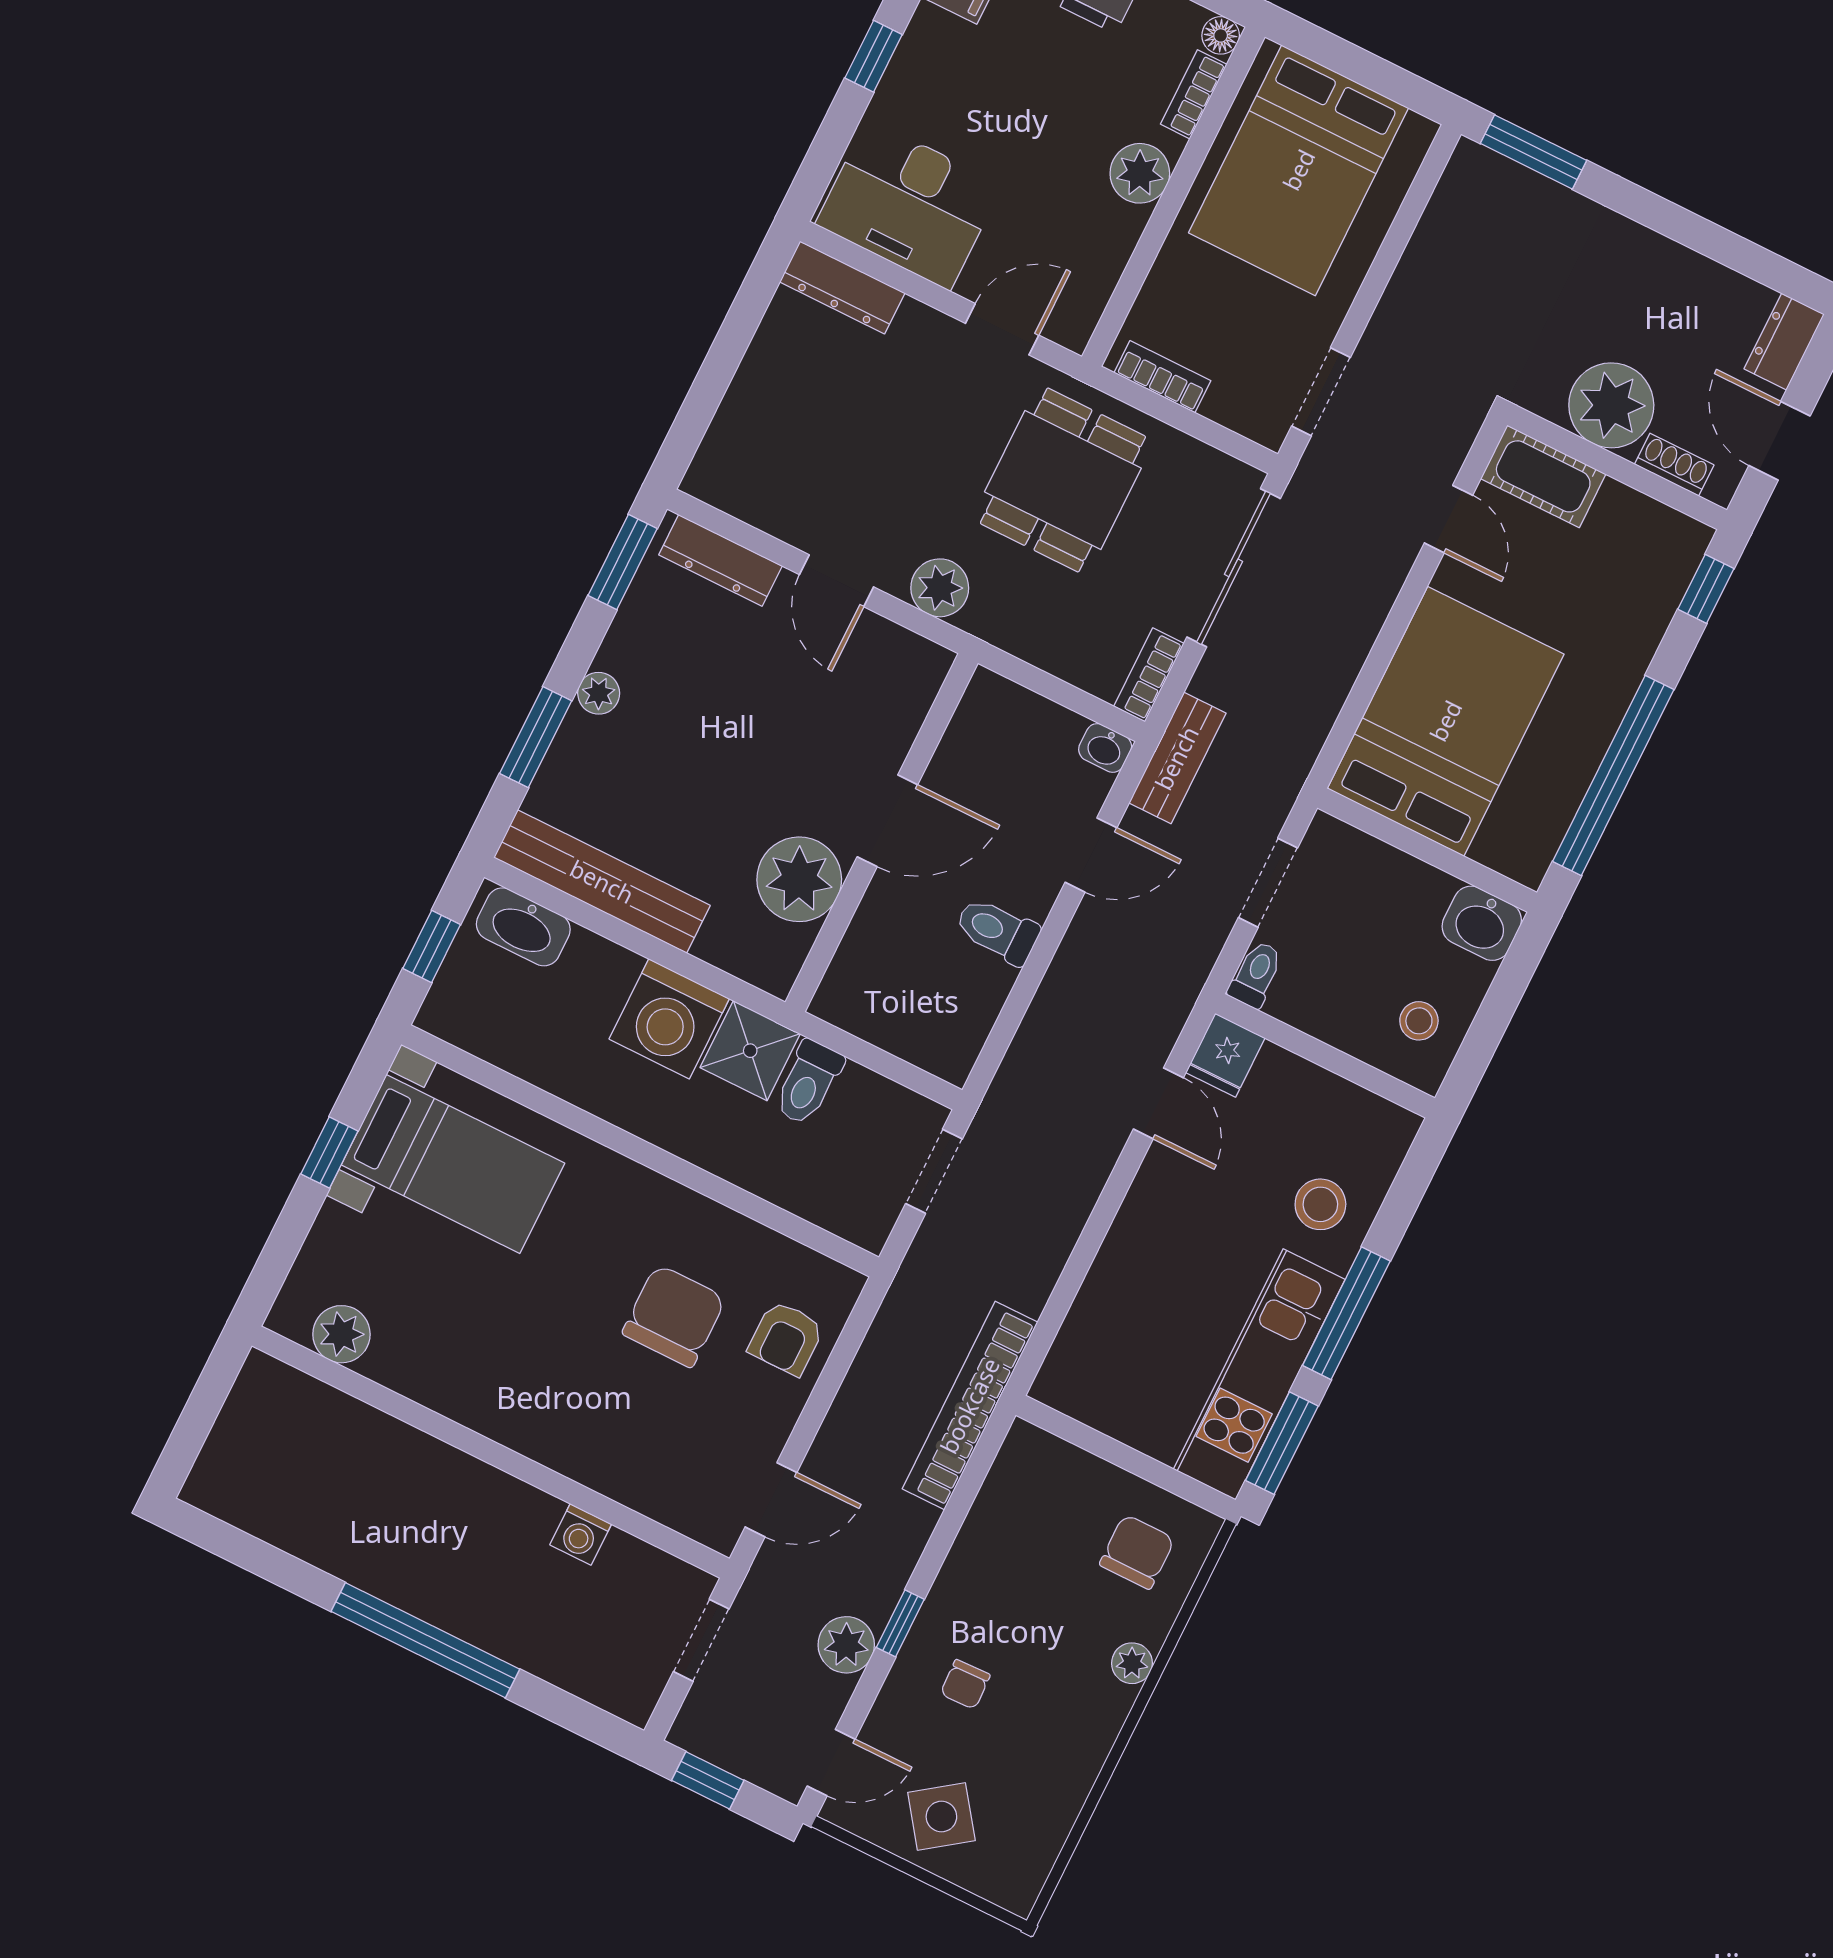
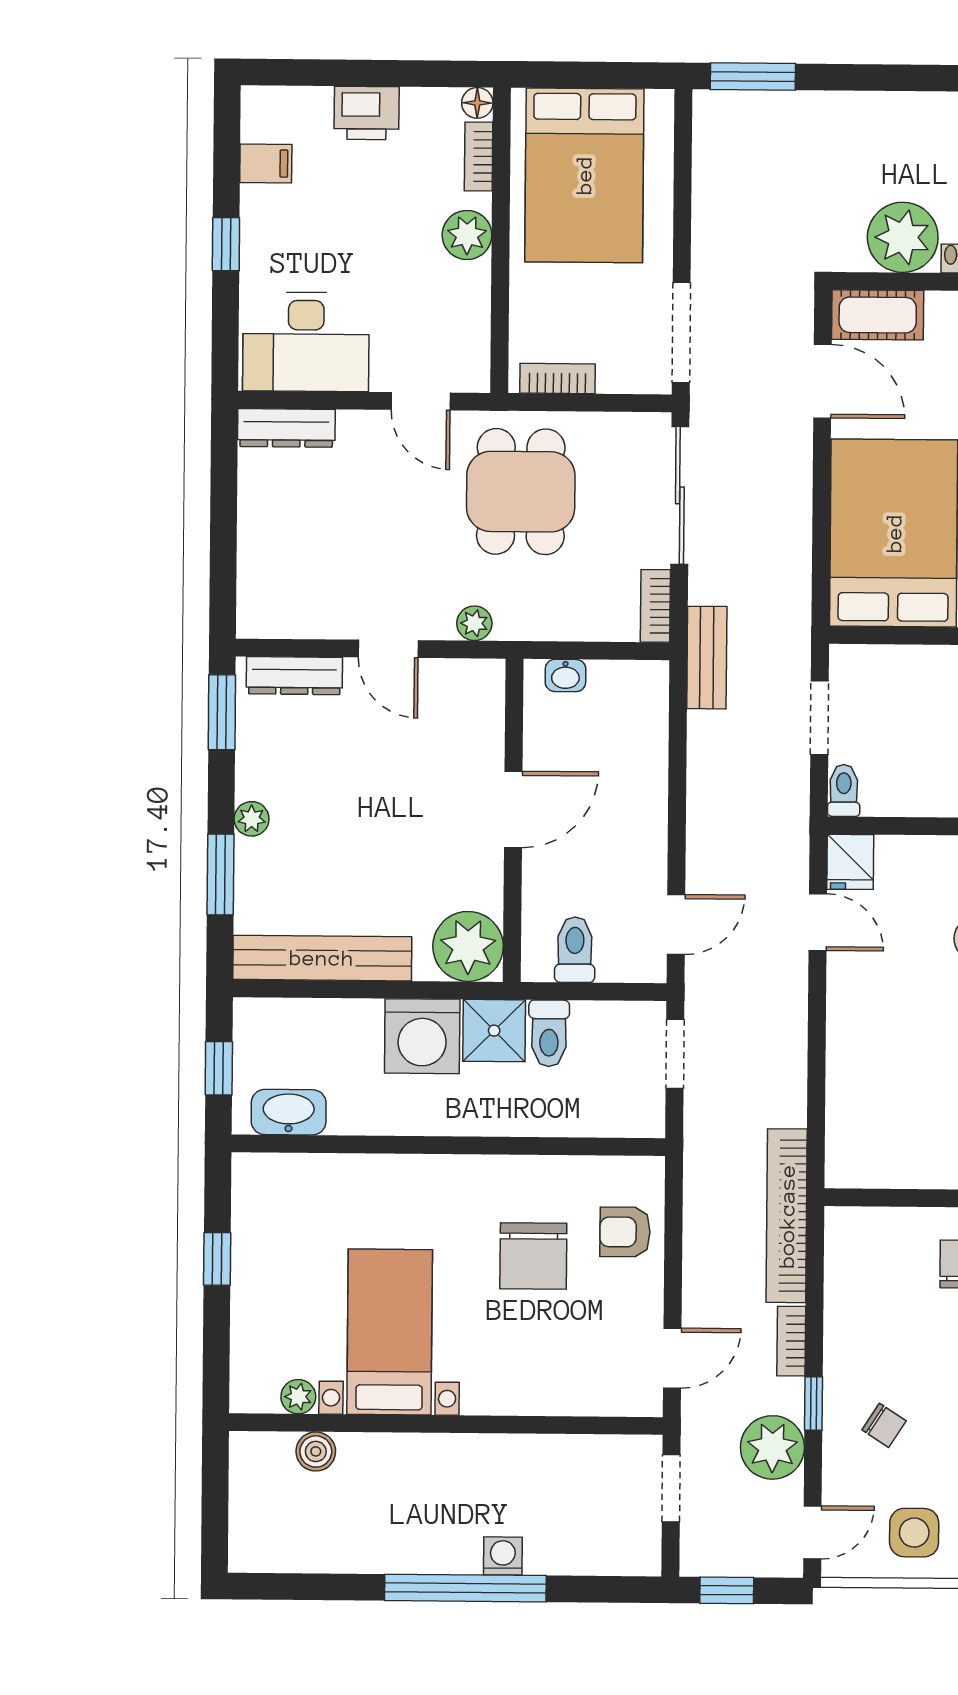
door: (1002, 329) -> (421, 401), swing flipped
doorway: (1321, 392) -> (681, 332), width x1.38
door: (1448, 519) -> (822, 381), width x1.38
plant: (940, 588) -> (474, 623), width x0.73, depth x0.73
washbasin: (1105, 748) -> (565, 675), moved
door: (1091, 855) -> (676, 924), moved
plant: (799, 879) -> (468, 946), moved
washbasin: (523, 927) -> (289, 1112), moved, turned 180
toilet: (997, 931) -> (575, 950), moved, turned 90
bed with nightstands: (453, 1164) -> (390, 1332), moved, turned -90
chair: (674, 1316) -> (533, 1256), turned 180
plant: (341, 1334) -> (298, 1397), width x0.73, depth x0.73
armchair: (786, 1338) -> (625, 1232), turned 90
boiler: (335, 1413) -> (316, 1451), added
washing machine: (581, 1534) -> (503, 1556), moved, turned 180
bookcase: (909, 1544) -> (791, 1341), added
plant: (846, 1645) -> (772, 1447), width x1.36, depth x1.36
chair: (965, 1684) -> (884, 1425), turned -55
side table: (941, 1817) -> (914, 1533), turned 36

